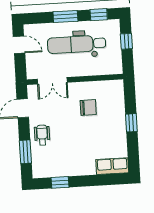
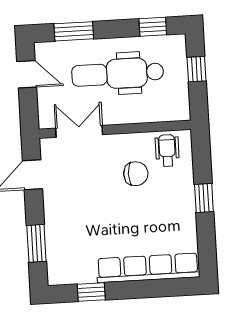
window: (65, 17) -> (74, 31), moved
double door: (52, 81) -> (79, 131), swing flipped
wheelchair: (42, 135) -> (167, 150), moved
row of seats: (112, 166) -> (148, 268), width x2.02

